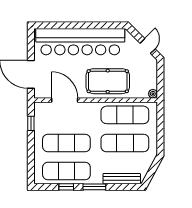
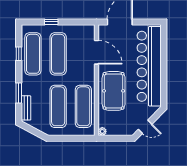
door: (65, 100) -> (97, 52), hinge flipped
window: (31, 123) -> (51, 22), moved
bench: (122, 179) -> (26, 108), width x0.73
window: (94, 187) -> (19, 93), moved

